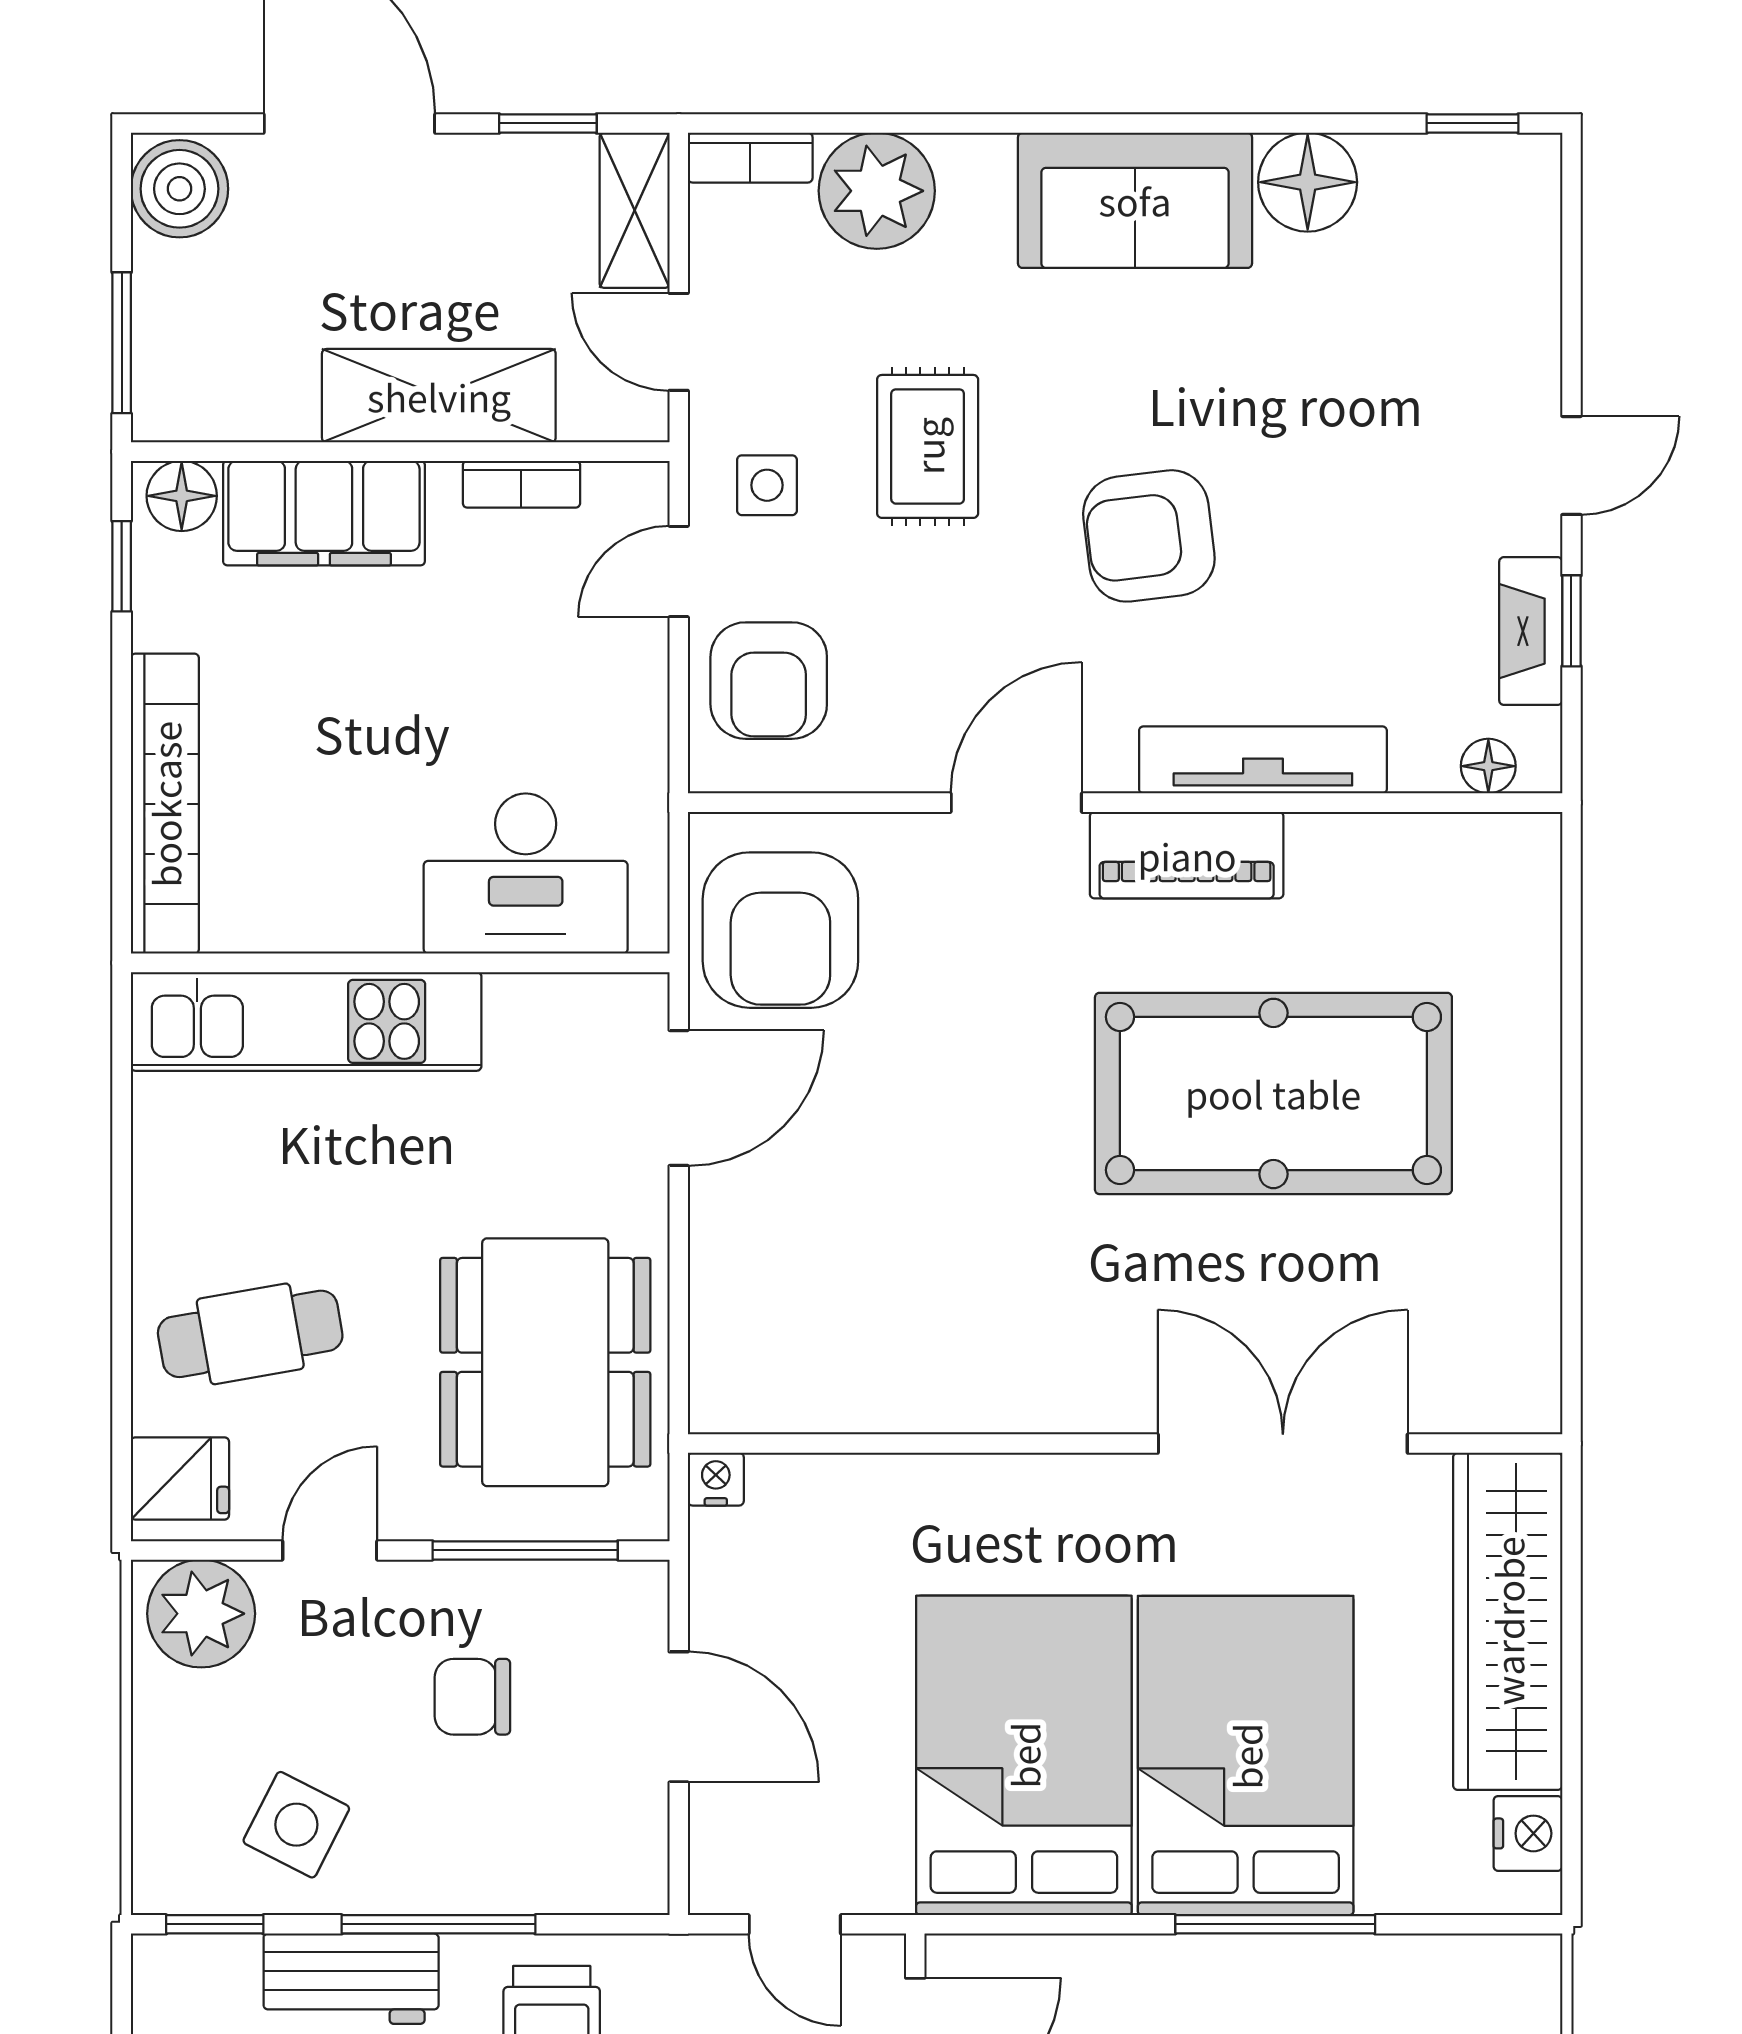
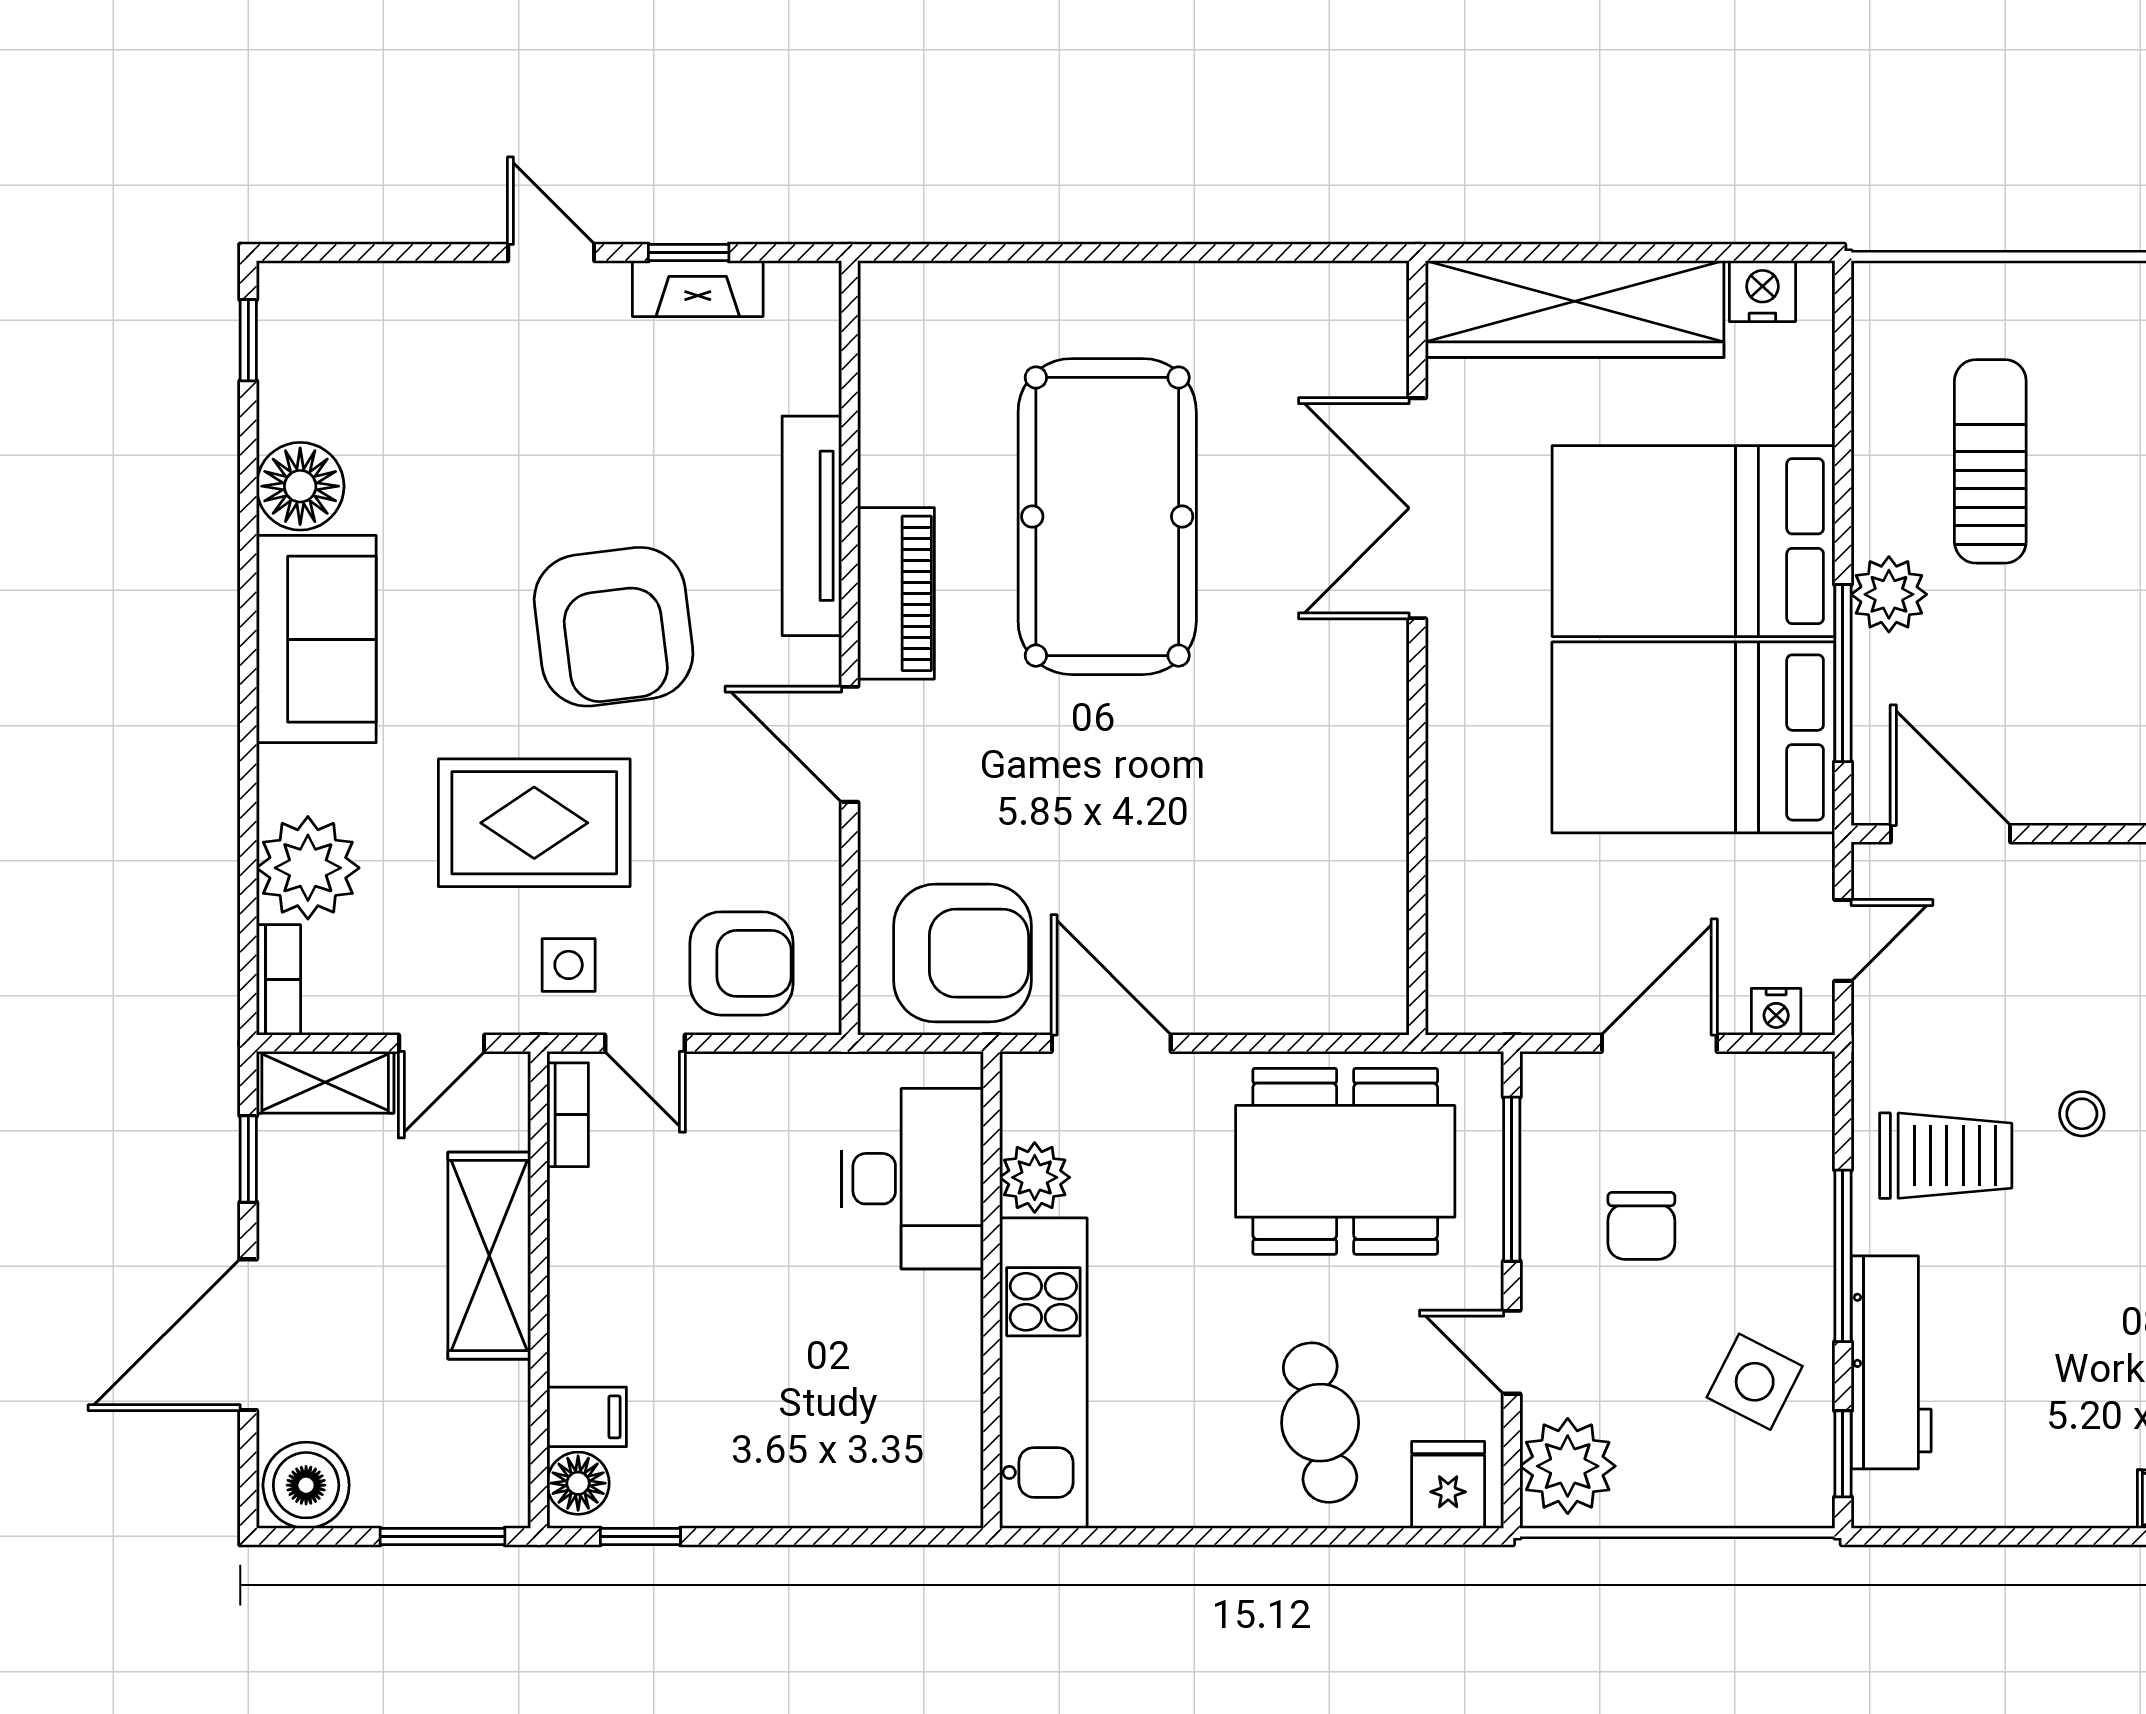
rug: (928, 446) -> (534, 823), width x1.36, depth x1.43
bookcase: (521, 484) -> (568, 1115), moved
filing cabinet: (324, 513) -> (587, 1417), width x0.33, depth x0.86
armchair: (1149, 536) -> (614, 627), width x1.36, depth x1.36
floor lamp: (1488, 766) -> (817, 326), removed
bookcase: (165, 804) -> (851, 1498), removed
plant: (527, 1012) -> (1035, 1177), added
nightstand: (716, 1479) -> (1776, 1012), moved, turned -90
window: (1275, 1924) -> (1843, 673), moved
plant: (1186, 1976) -> (1889, 594), added
workbench: (351, 1979) -> (1891, 1362), width x1.38

